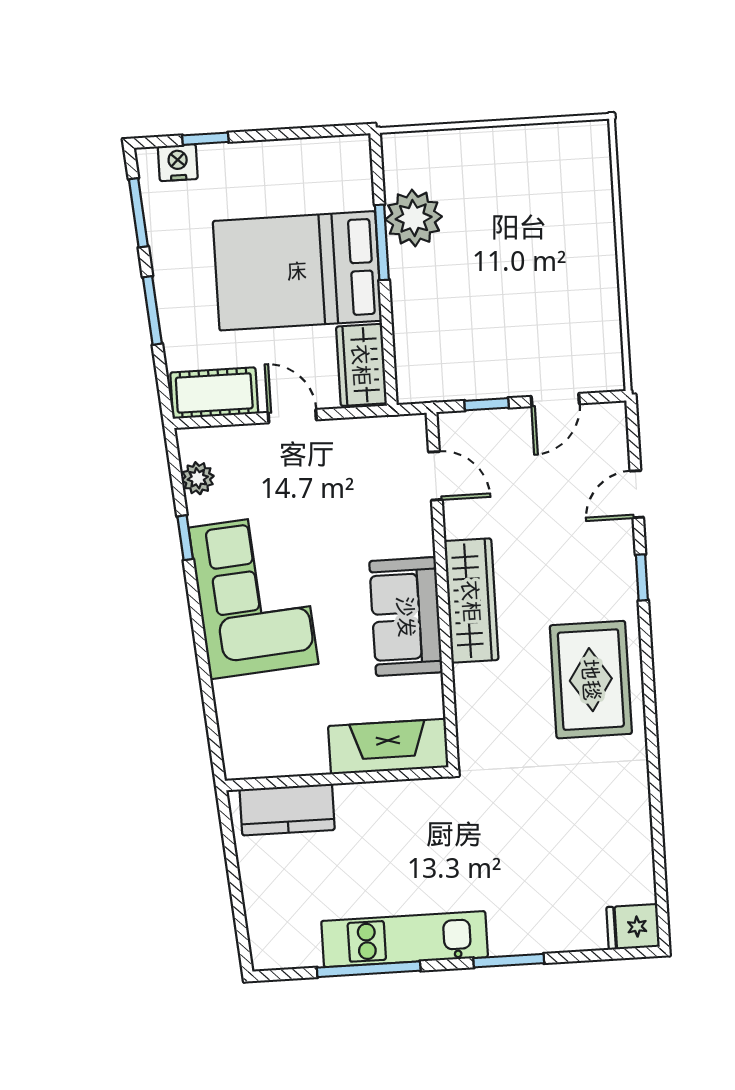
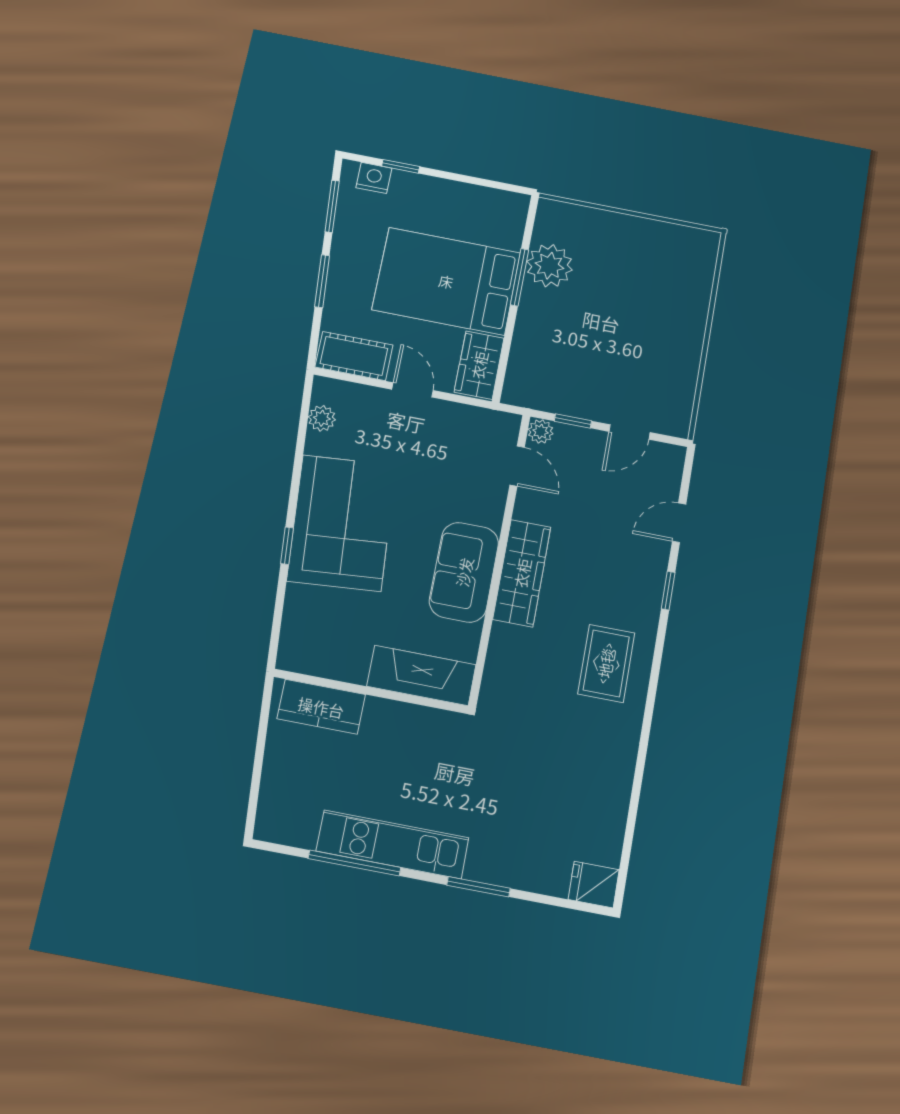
plant: (452, 427) -> (541, 431), added
window: (185, 538) -> (287, 546), moved
rug: (591, 680) -> (606, 663), width x0.73, depth x0.70

